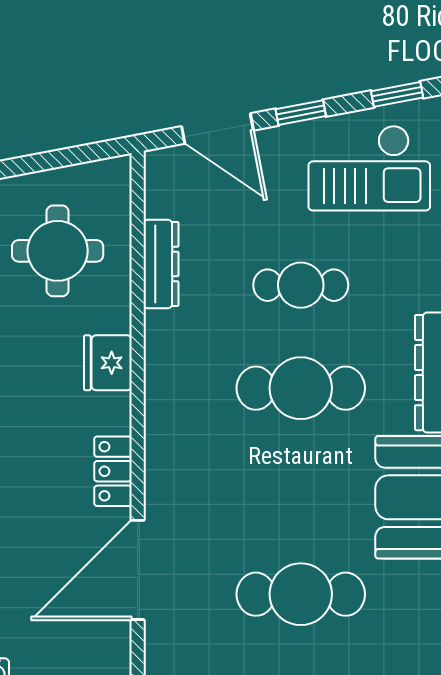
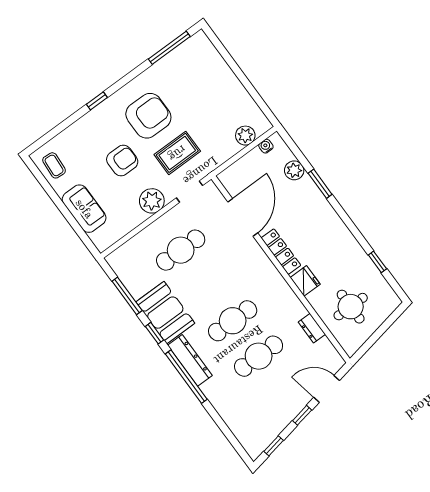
checkout: (369, 168) -> (265, 414), removed
dresser: (161, 264) -> (312, 328), width x0.70
cafe table: (301, 285) -> (259, 356), width x1.37, depth x1.35
locker: (113, 471) -> (281, 252), width x1.53

